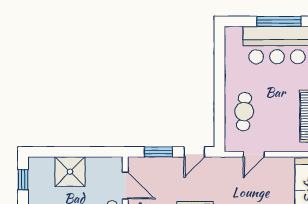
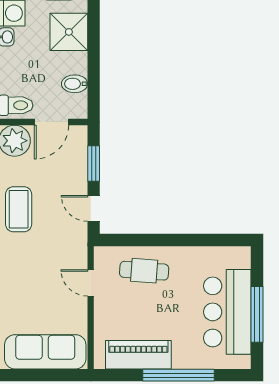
bidet: (95, 167) -> (75, 84), added
shower: (70, 172) -> (69, 32), moved

